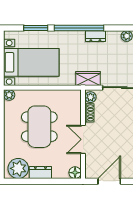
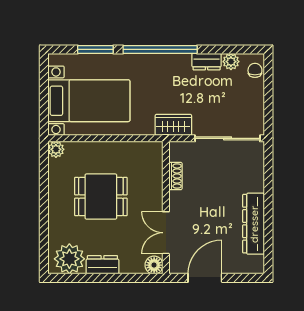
dresser: (95, 36) -> (207, 62), moved
plant: (90, 97) -> (177, 153), removed
dining table: (39, 127) -> (101, 197), width x0.73
double door: (83, 139) -> (166, 233), moved

